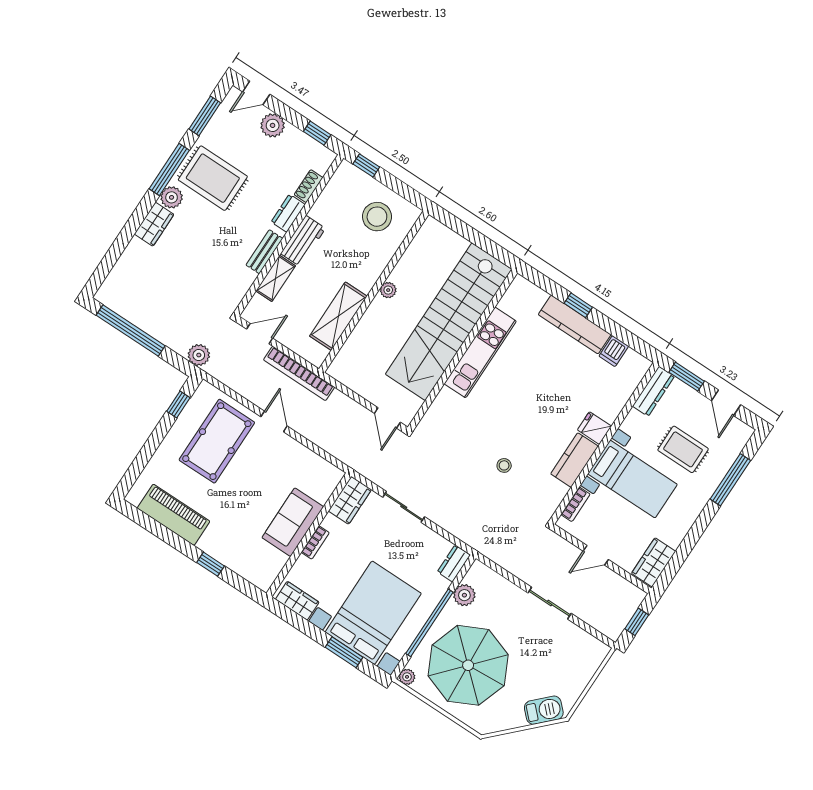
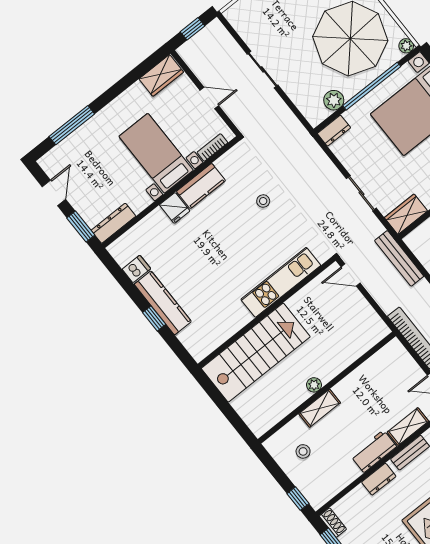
shoe rack: (309, 186) -> (333, 523), moved, turned -90
stool: (377, 217) -> (303, 451), width x0.53, depth x0.53
shelving: (338, 316) -> (320, 408), moved, width x0.67, depth x0.75
stairs: (449, 322) -> (256, 353), width x0.73
kitchen unit: (480, 352) -> (281, 282), moved
door: (387, 418) -> (351, 275), swing flipped
rug: (683, 449) -> (104, 165), removed
bench: (342, 452) -> (399, 258), added

